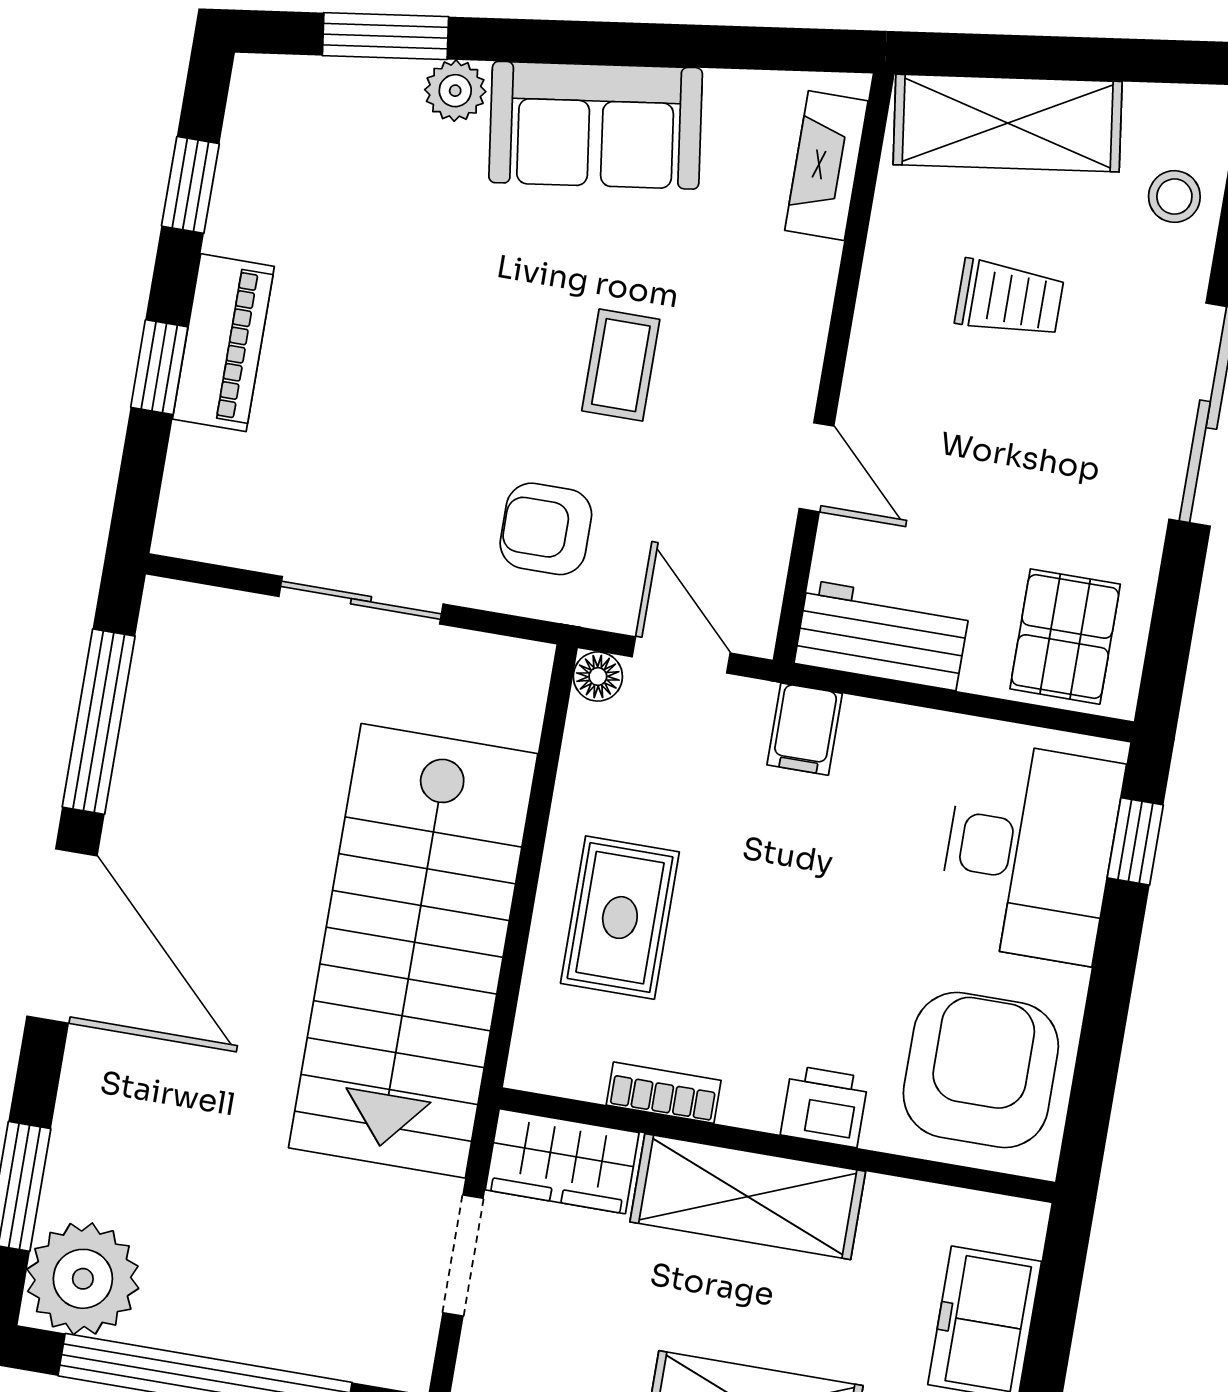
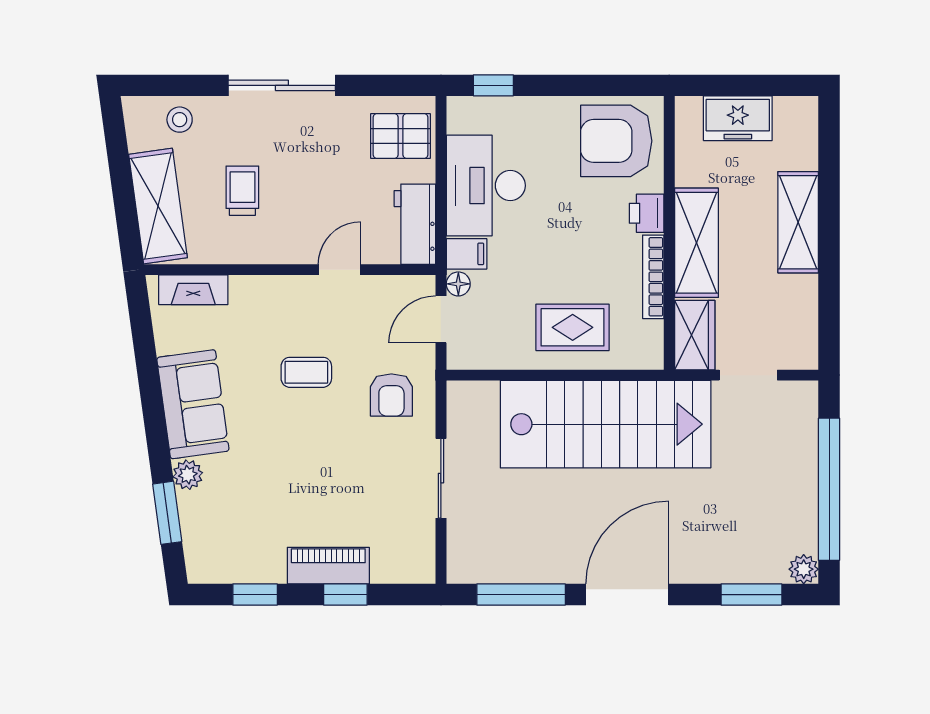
floor lamp: (598, 677) -> (458, 284), moved
desk: (1029, 852) -> (486, 186), moved, turned -90
bookcase: (664, 1093) -> (653, 277), width x1.56
plant: (83, 1279) -> (804, 569), width x0.53, depth x0.53

